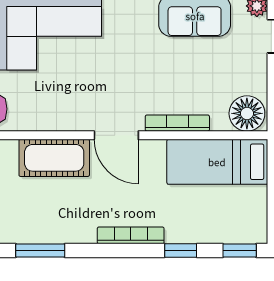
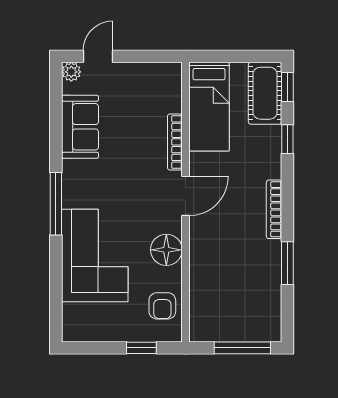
floor lamp: (247, 113) -> (166, 250), moved
cot: (54, 158) -> (265, 93), moved
bookcase: (131, 235) -> (274, 209), moved

